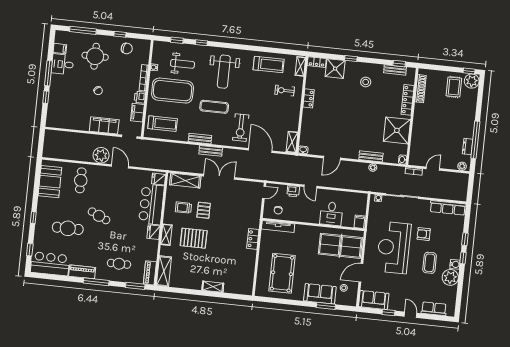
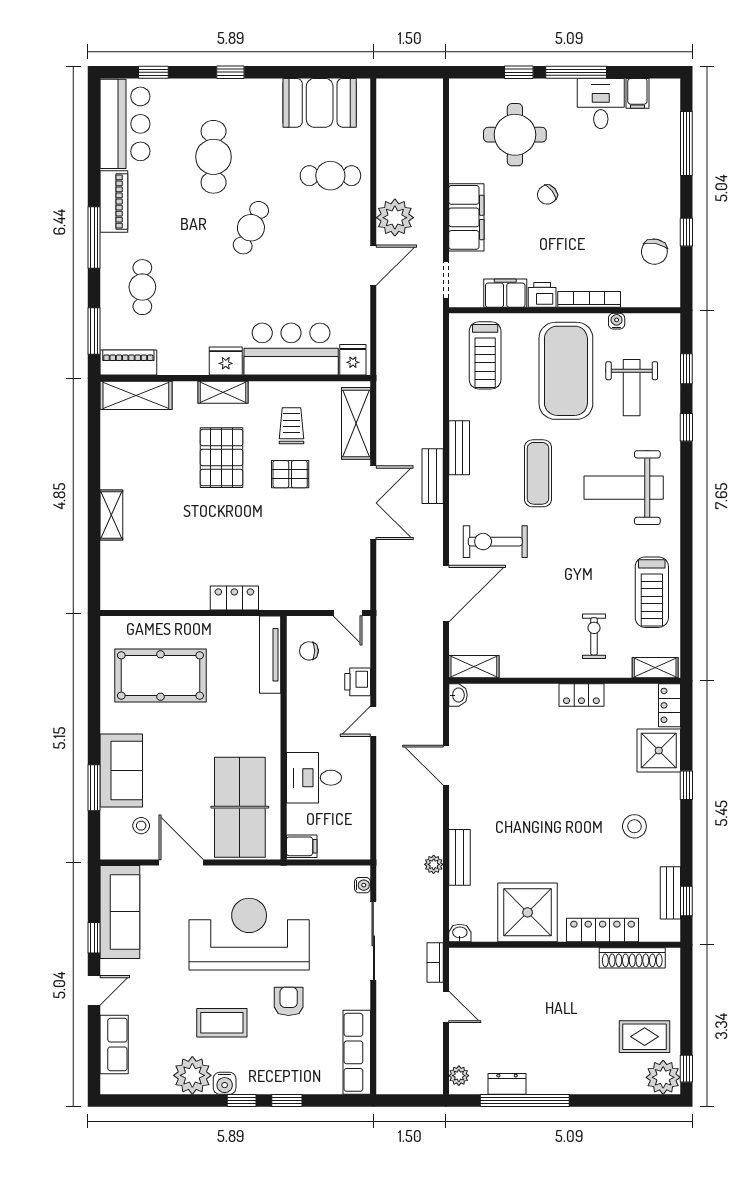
round table: (95, 56) -> (515, 135), moved
sofa: (374, 300) -> (120, 912), width x1.36

